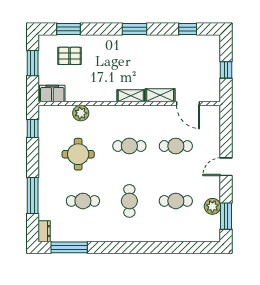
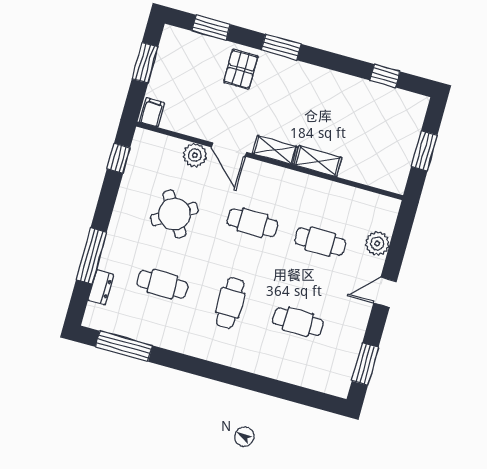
window: (135, 29) -> (281, 47), moved
pallet: (70, 56) -> (241, 69), moved, turned 90
window: (226, 70) -> (424, 151), width x1.50
filing cabinet: (52, 93) -> (152, 112), width x0.50
door: (188, 104) -> (229, 150), moved
round table: (78, 154) -> (174, 214), turned -32
plant: (212, 206) -> (377, 243), moved
dresser: (44, 231) -> (101, 287), moved

